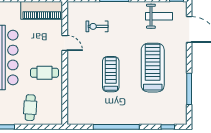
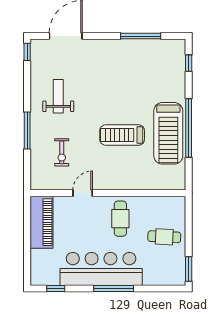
weight bench: (159, 16) -> (58, 96), moved
treadmill: (153, 68) -> (168, 133), moved, turned -90

